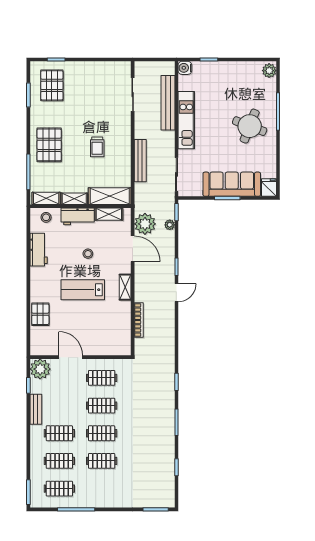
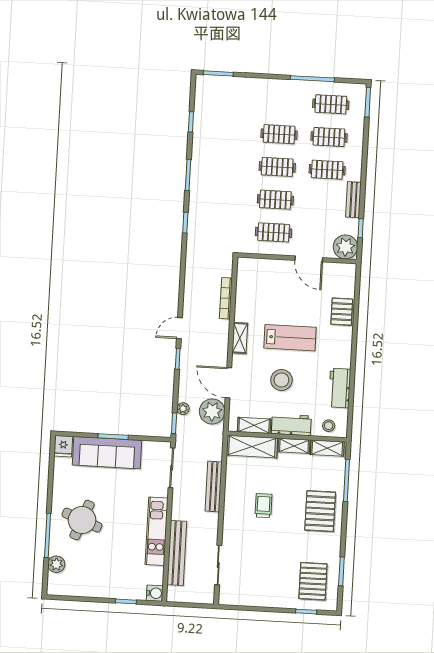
plant: (269, 71) -> (56, 564), moved
stool: (88, 254) -> (281, 380), width x1.89, depth x1.89

